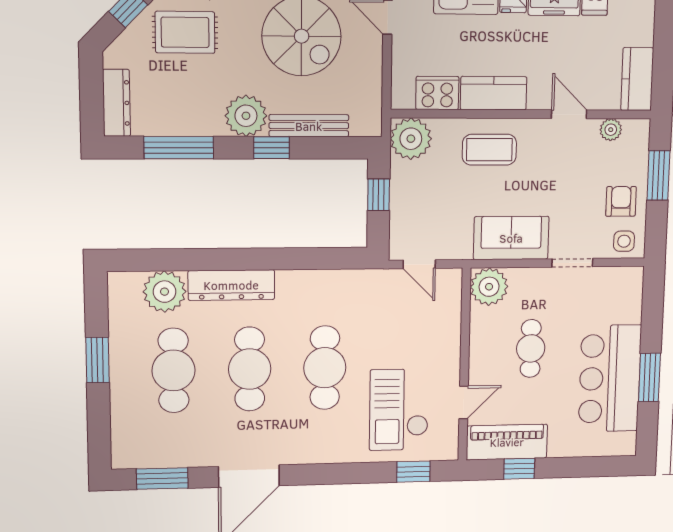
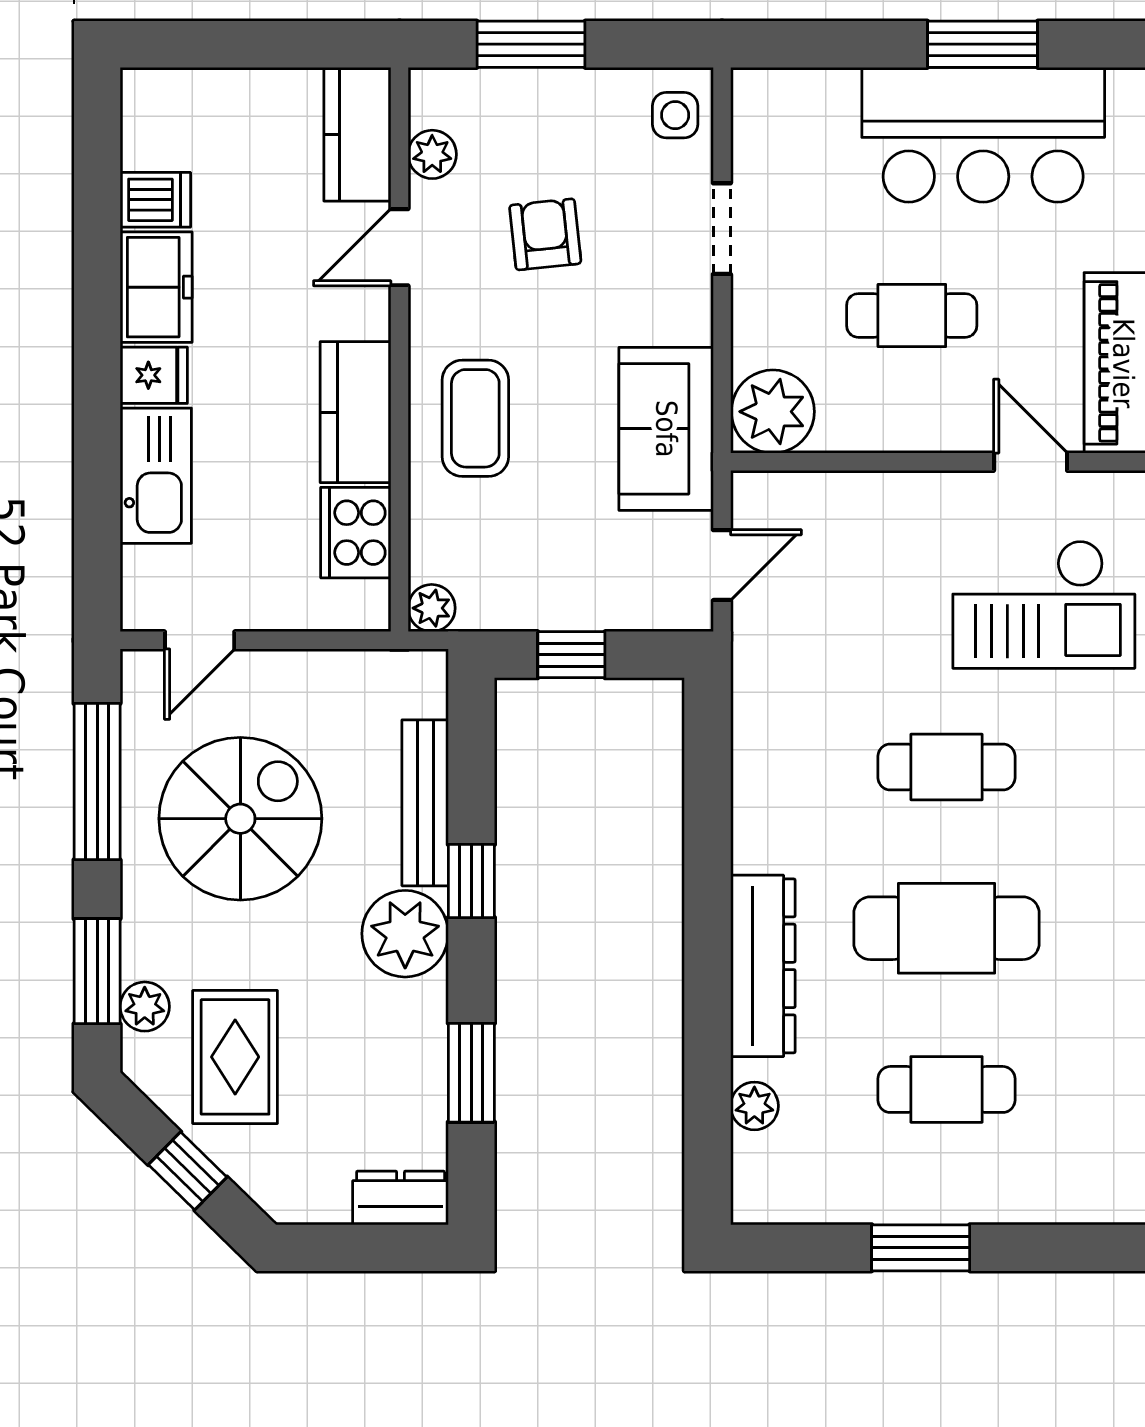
kitchen counter: (637, 79) -> (357, 134), moved, turned 90
dresser: (116, 103) -> (401, 1198), width x0.70
plant: (411, 139) -> (432, 608), width x0.53, depth x0.53
window: (179, 148) -> (471, 1073), width x0.69
armchair: (621, 201) -> (545, 234), moved, turned 84
sofa: (511, 238) -> (666, 429), moved
plant: (165, 292) -> (754, 1106), width x0.53, depth x0.53
cafe table: (325, 368) -> (947, 767), width x0.73, depth x0.74
cafe table: (173, 370) -> (947, 1089), width x0.73, depth x0.74

